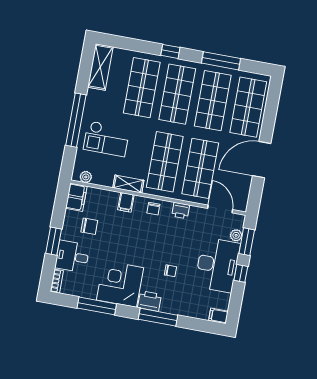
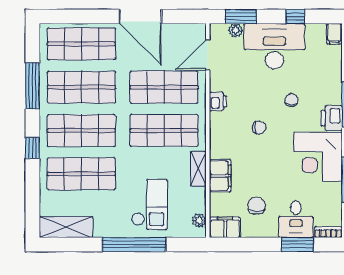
filing cabinet: (126, 202) -> (220, 176), width x2.00
chair: (153, 209) -> (259, 128), moved
window: (54, 241) -> (298, 244), moved
window: (241, 273) -> (295, 16), moved

